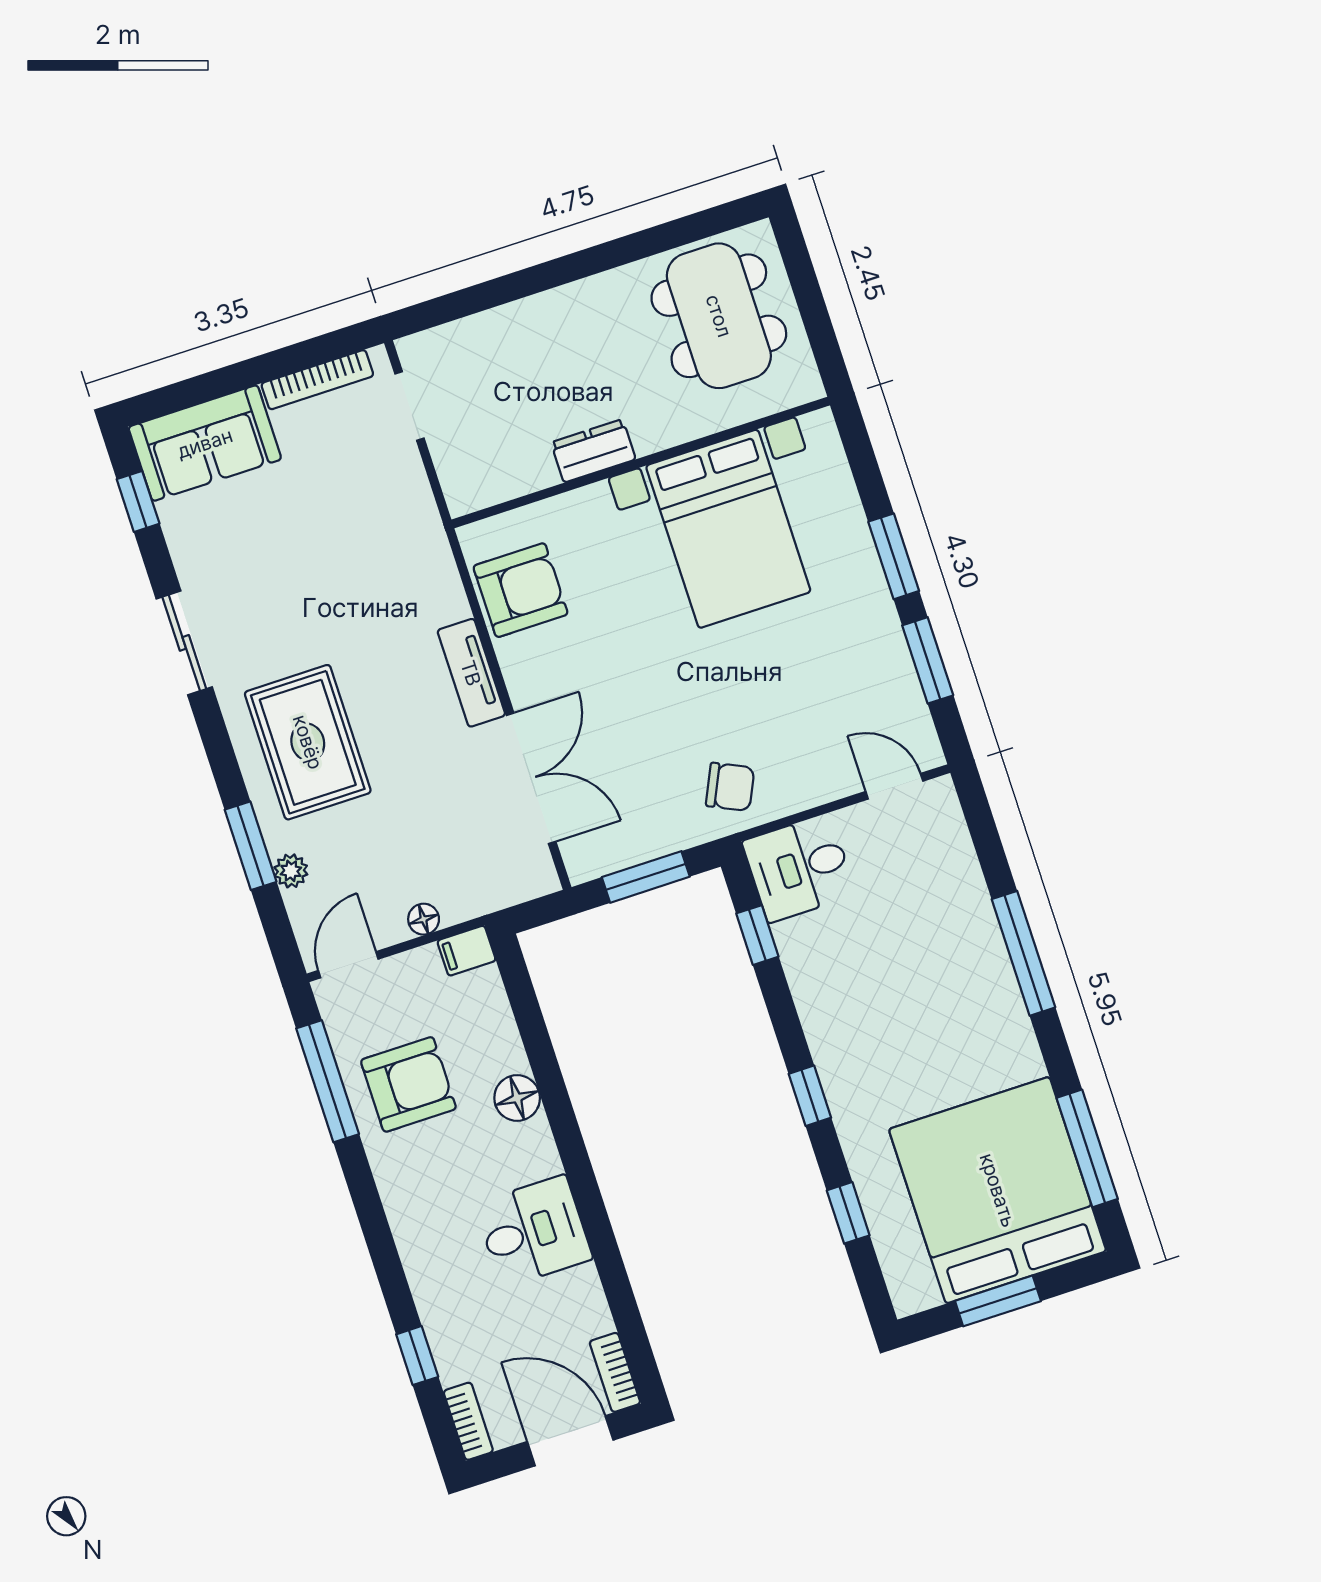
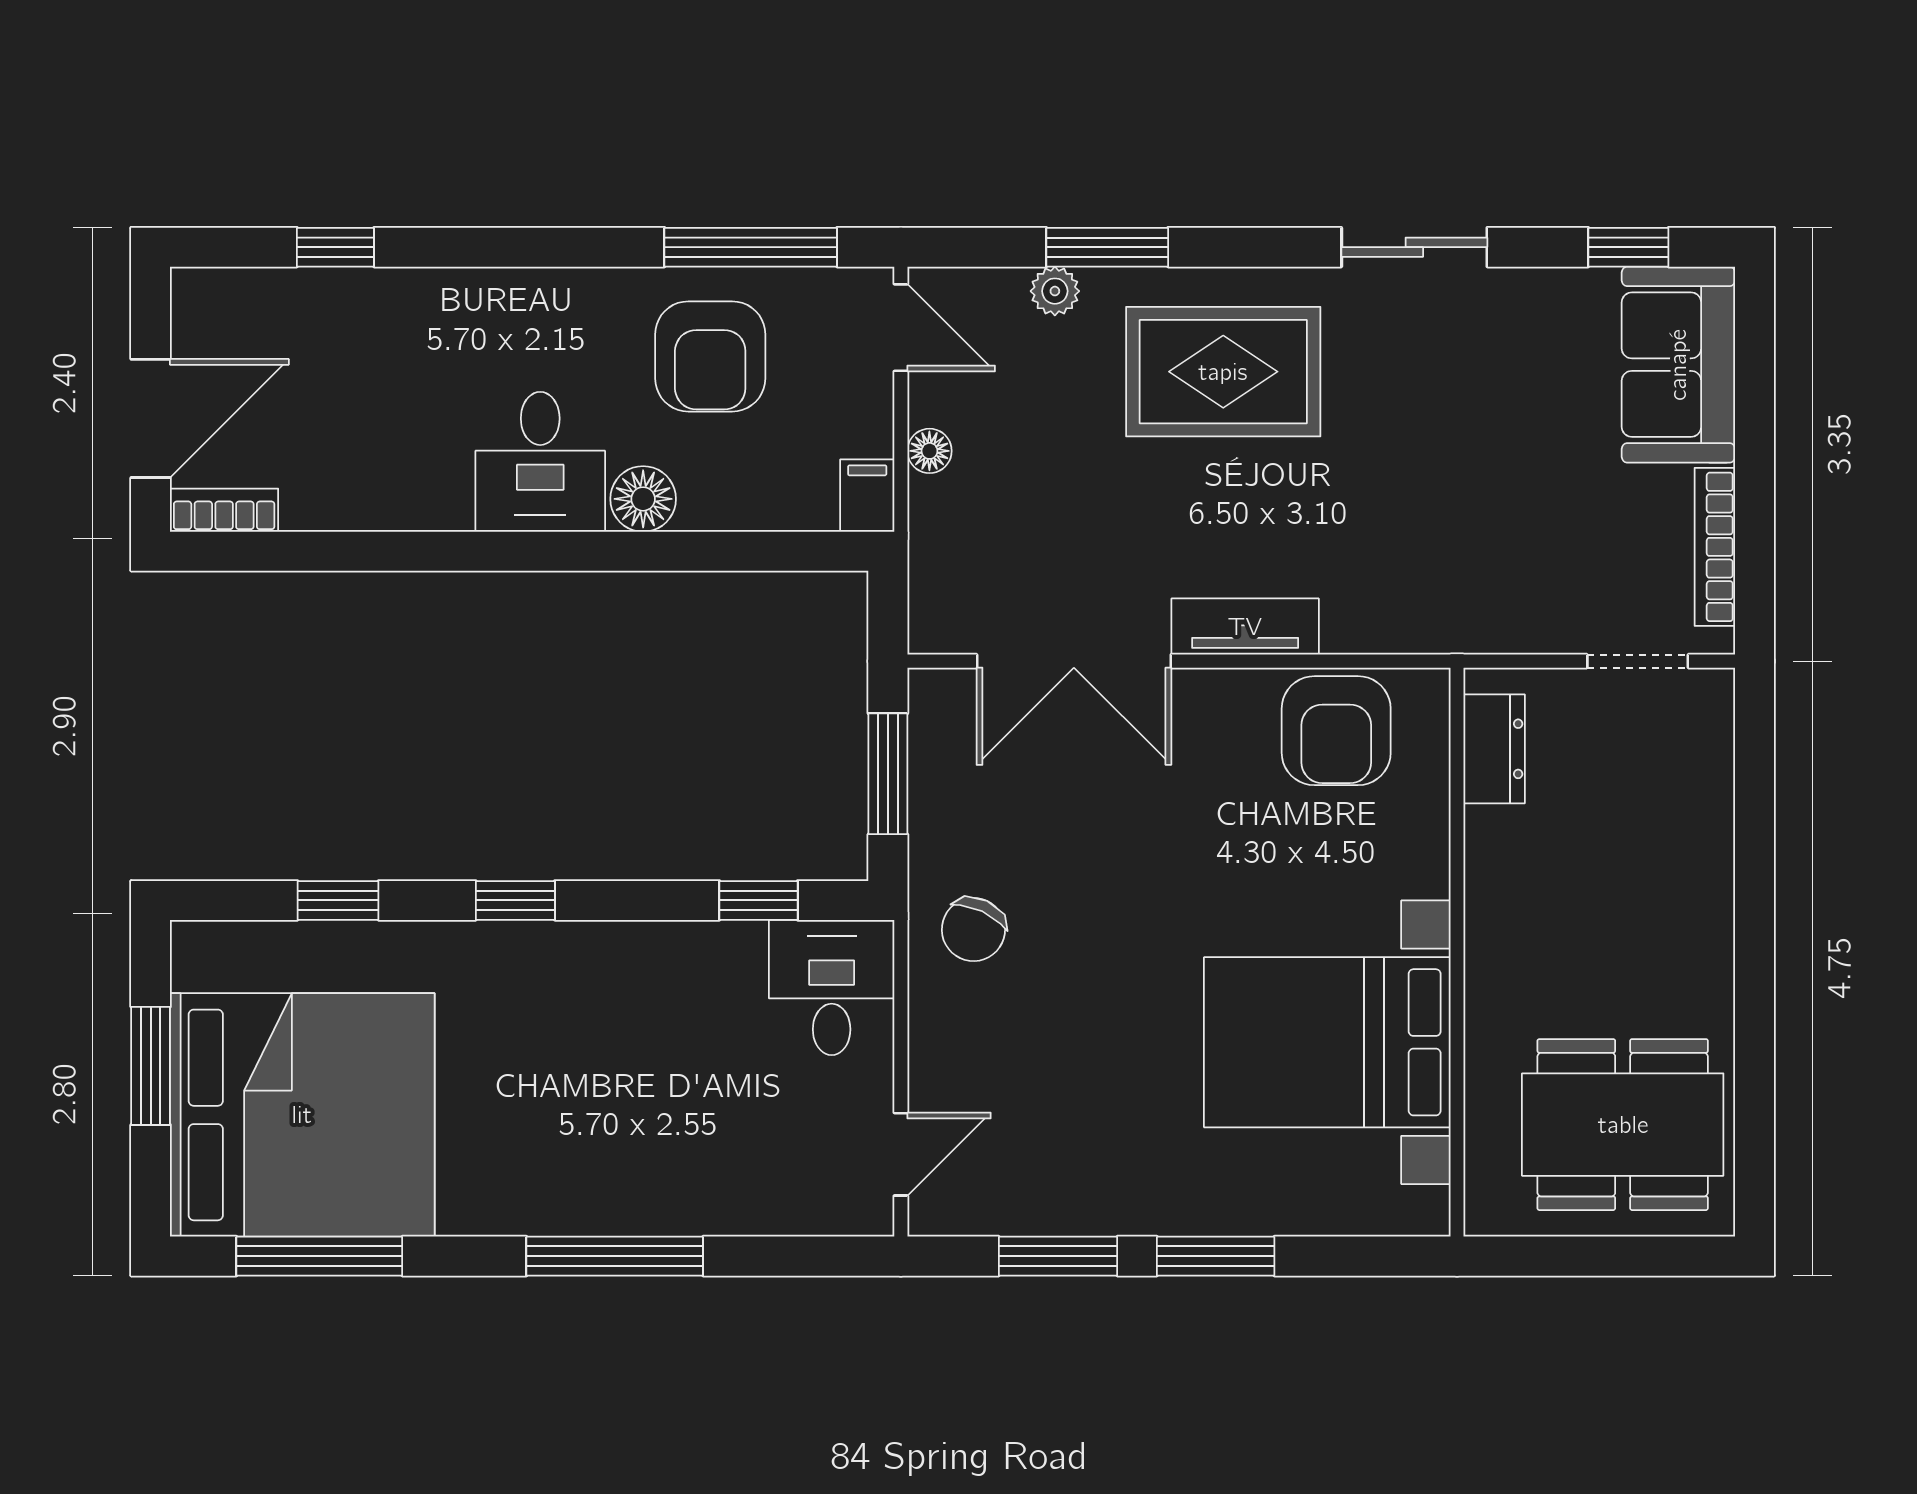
dresser: (593, 451) -> (1494, 749), moved
desk: (534, 1231) -> (540, 462), moved
bookcase: (468, 1421) -> (223, 288), removed

